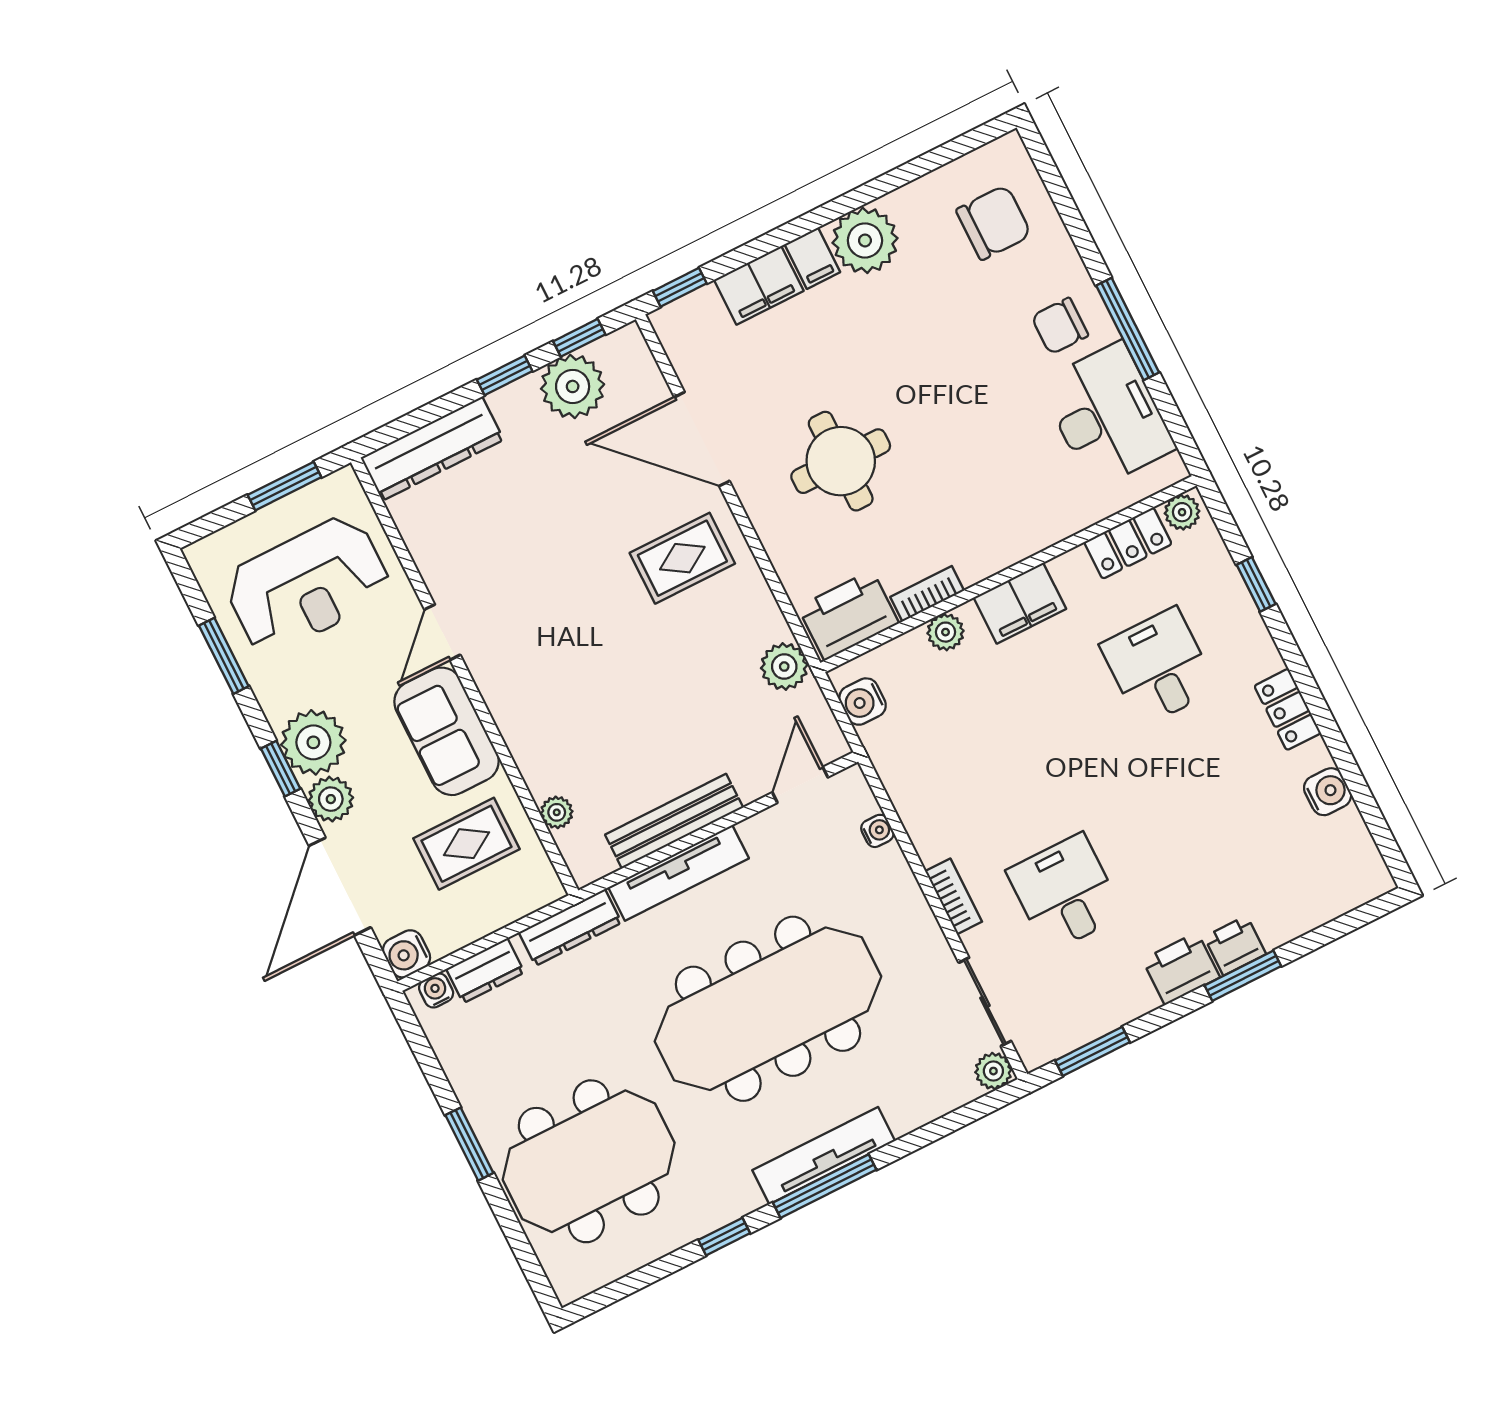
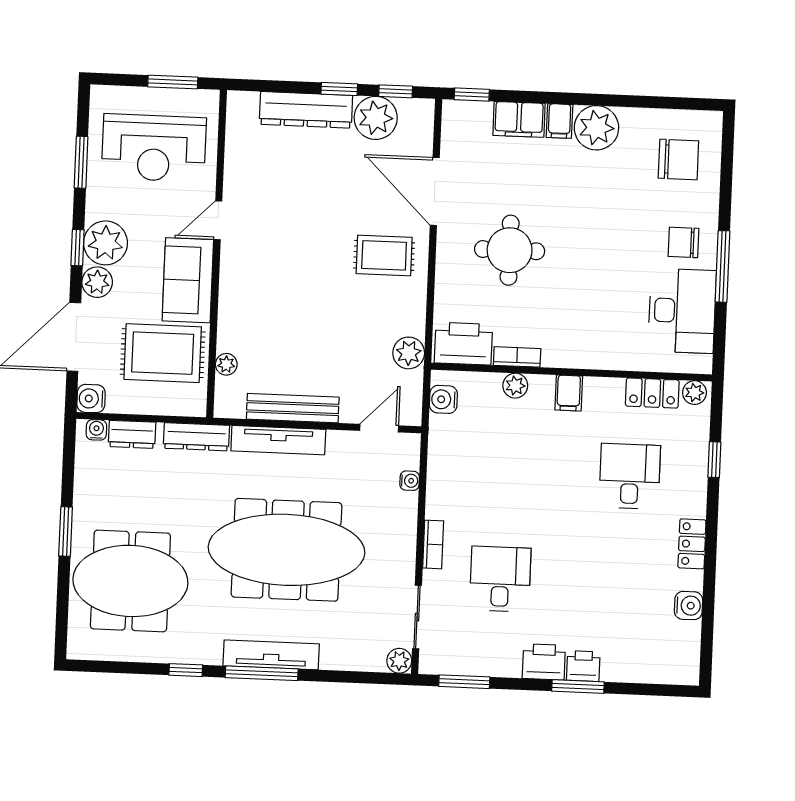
dresser: (432, 449) -> (306, 110), moved
filing cabinet: (1020, 603) -> (569, 393), width x0.50
rug: (466, 844) -> (163, 353), width x1.36, depth x1.43

